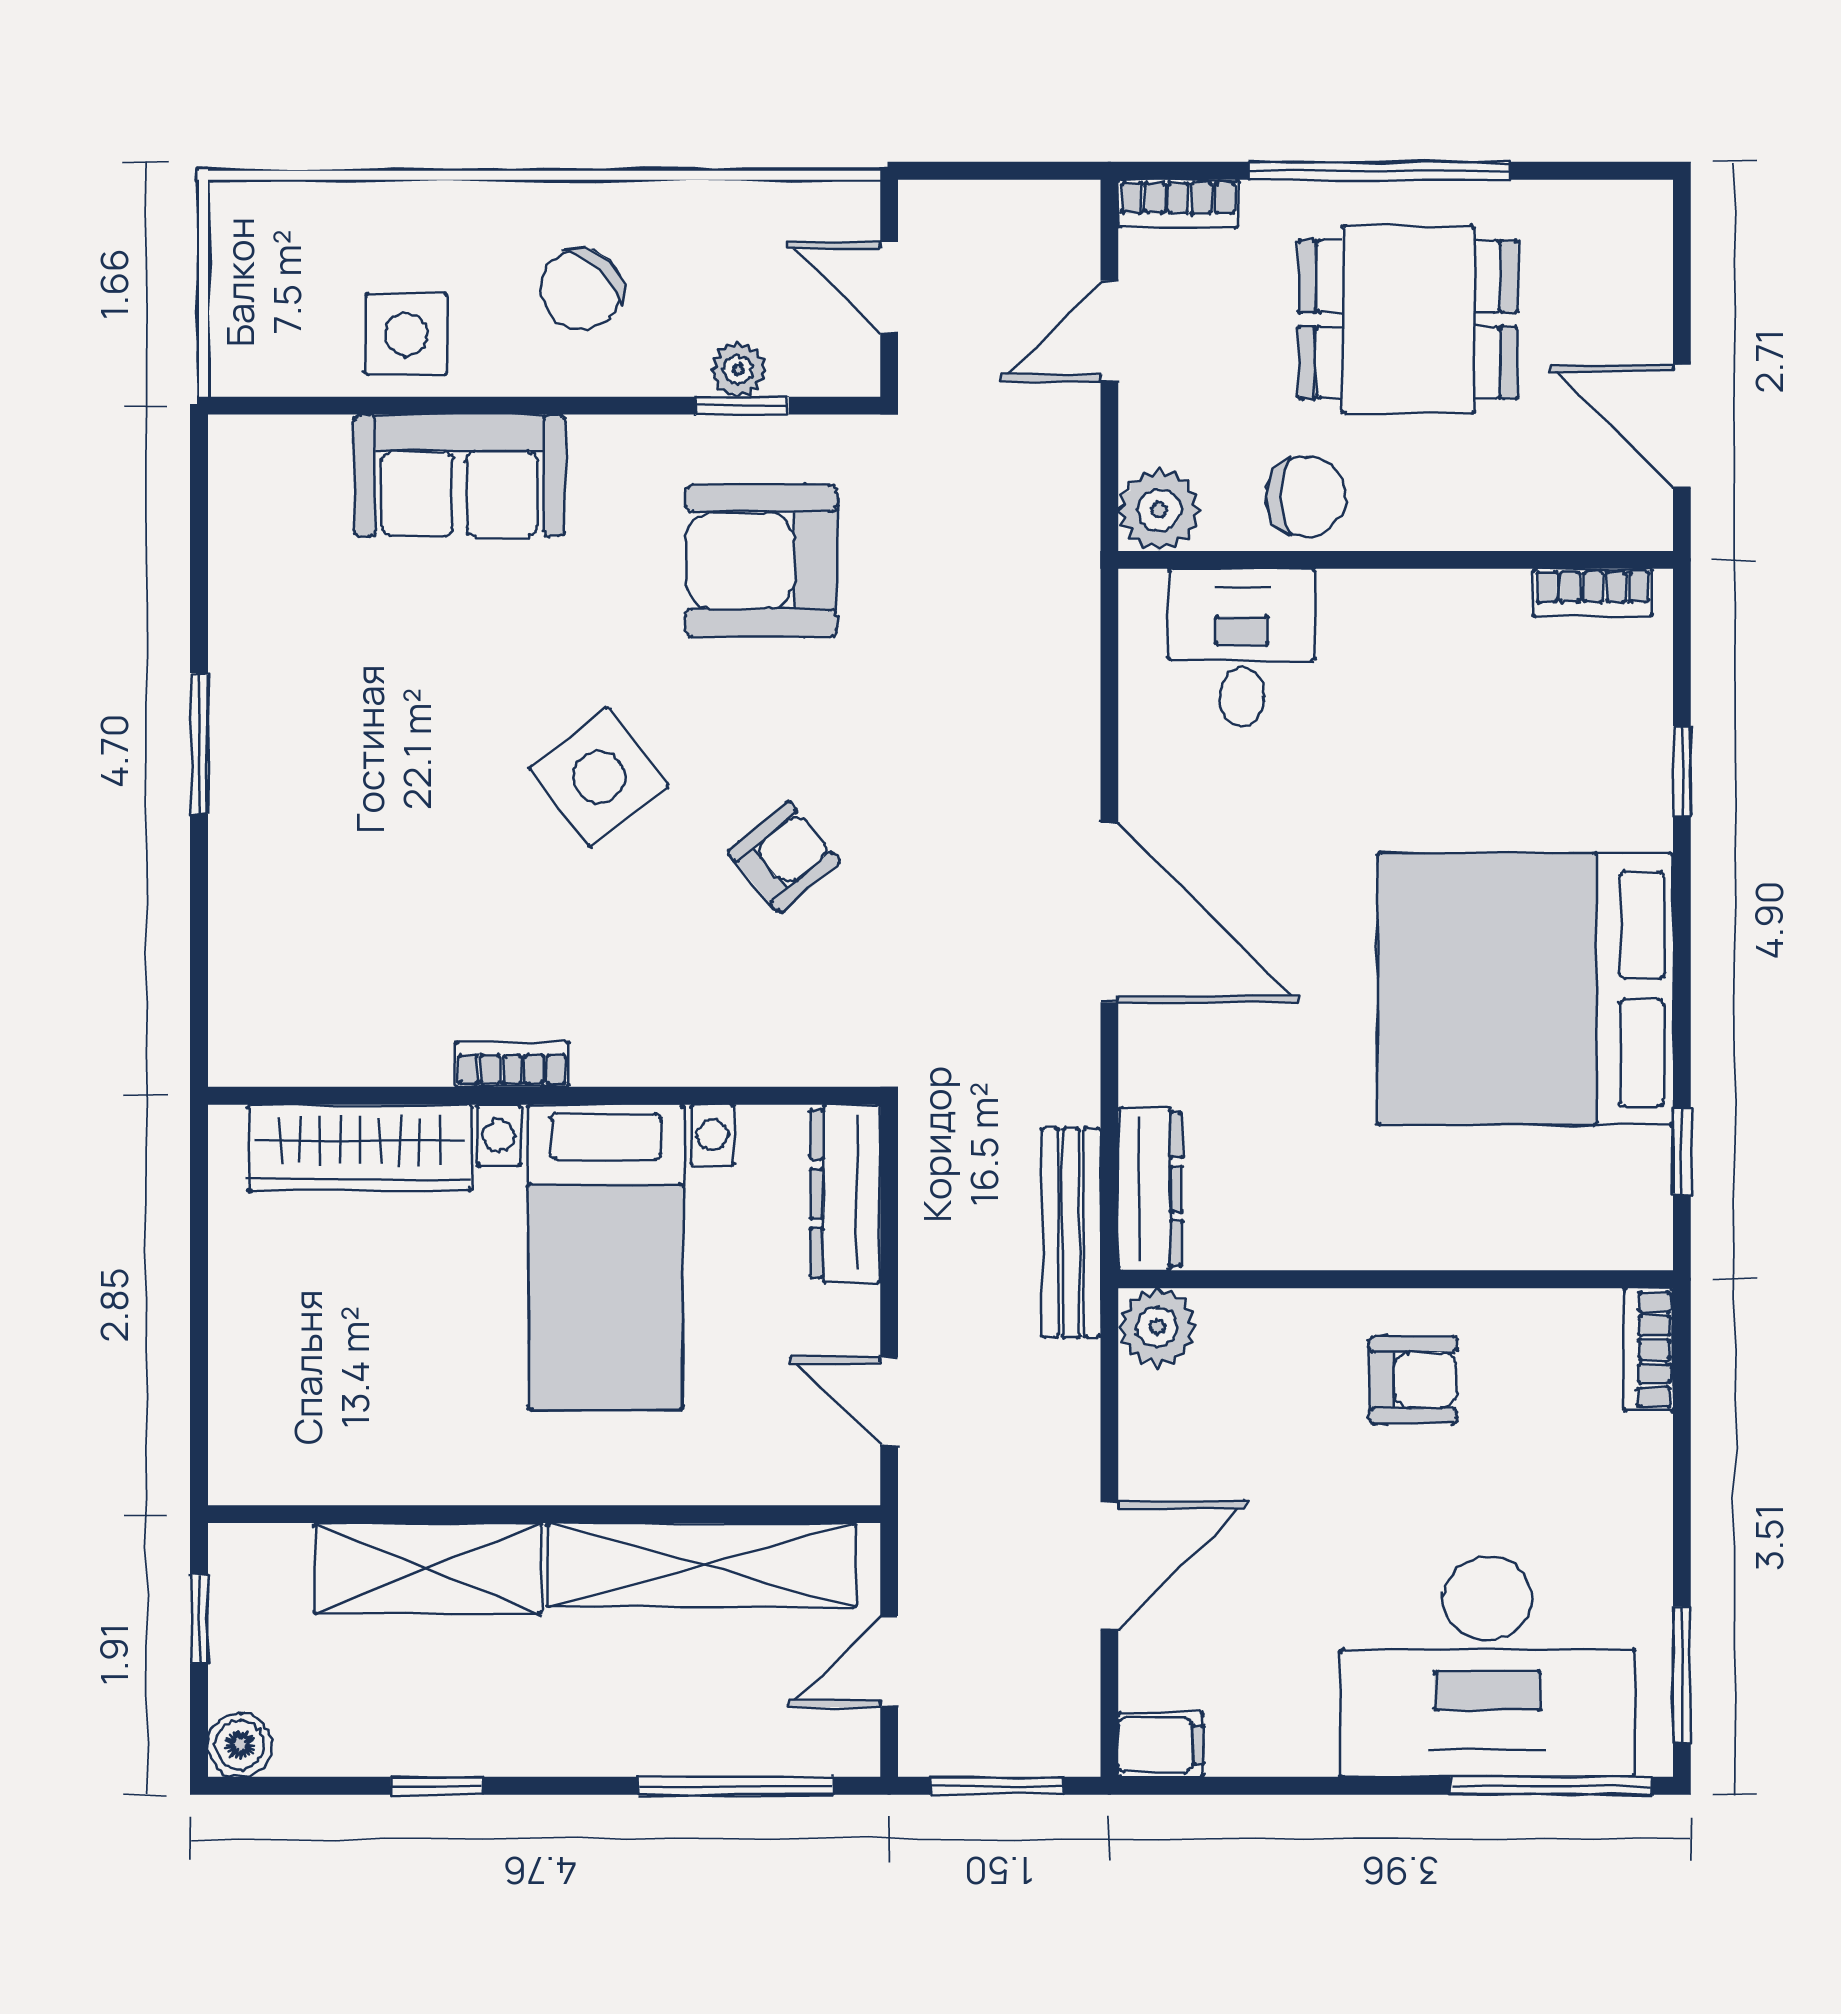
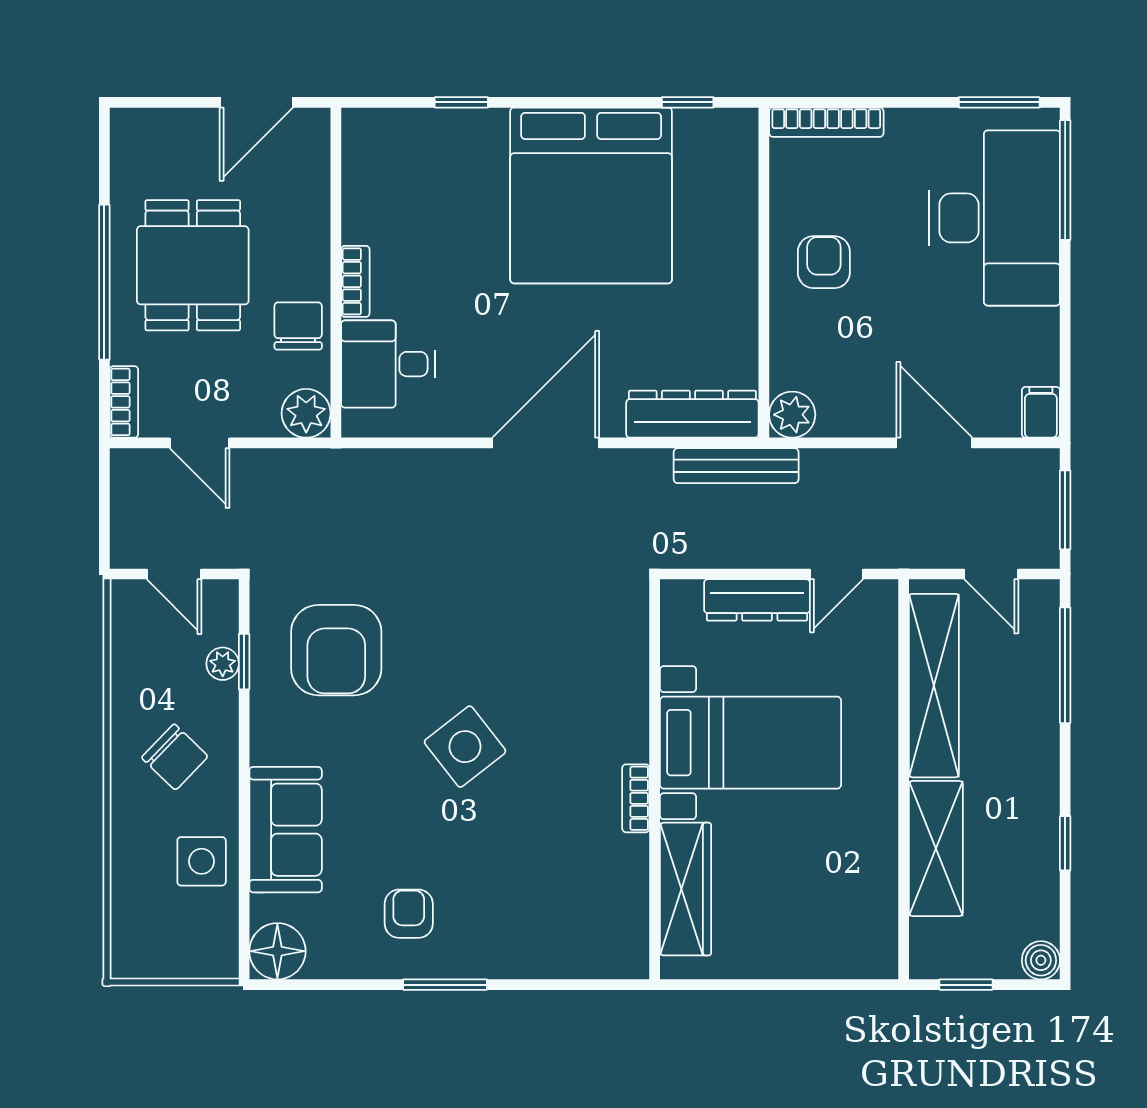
door: (889, 288) -> (174, 574), hinge flipped
floor lamp: (255, 462) -> (277, 951), added
bookcase: (1593, 593) -> (355, 281), moved
armchair: (784, 857) -> (409, 914), moved, turned 40
dresser: (1150, 1189) -> (692, 414), width x1.37, depth x1.24
dresser: (845, 1194) -> (757, 600), moved
bookcase: (1648, 1350) -> (826, 122), width x1.56

